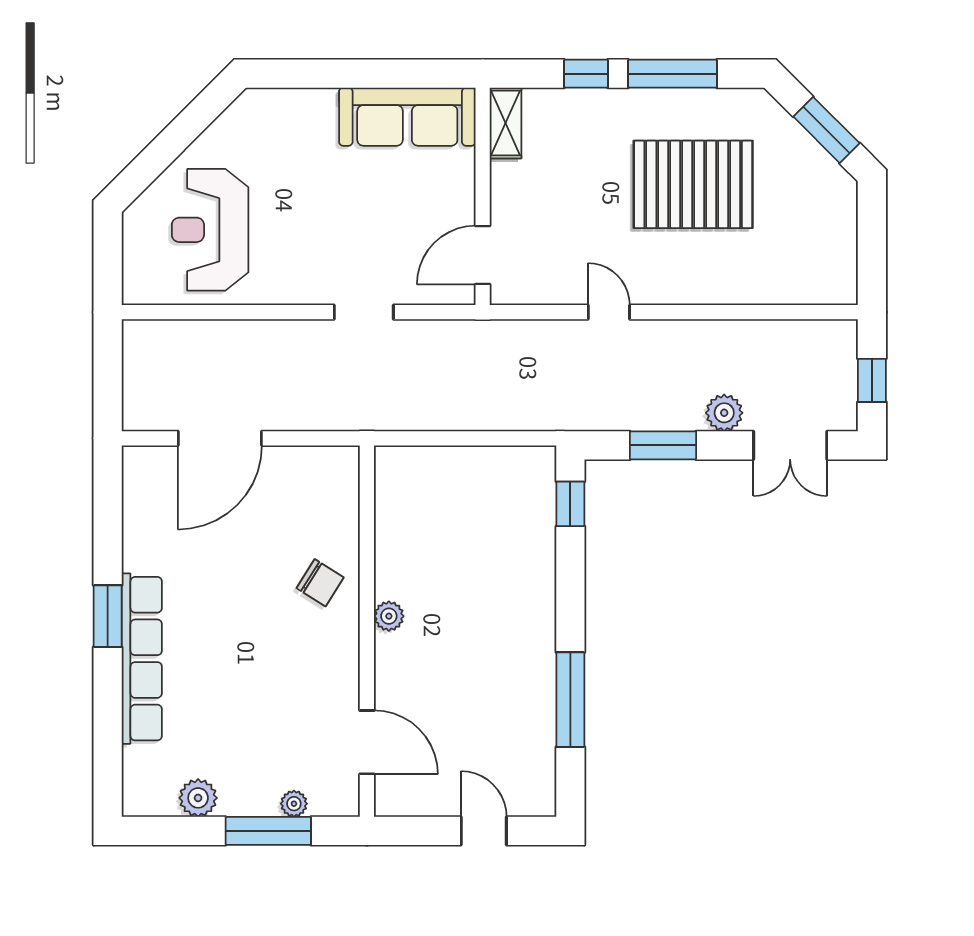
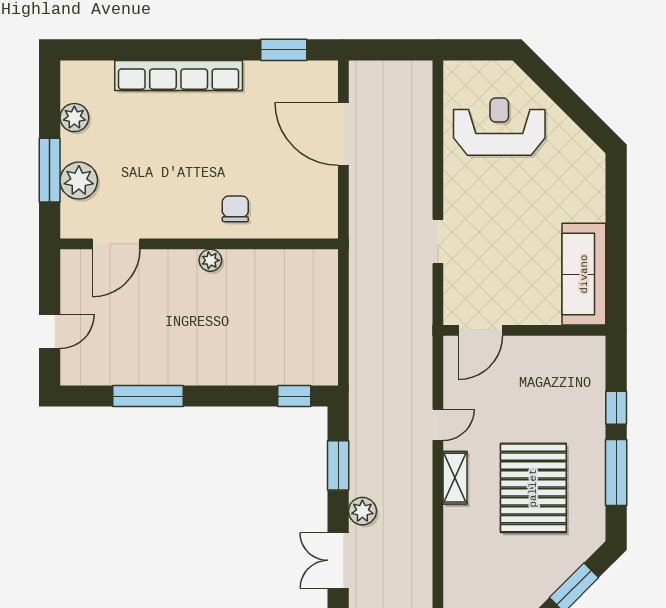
shelving: (506, 123) -> (455, 478), moved, turned 90
door: (483, 255) -> (480, 330), swing flipped
chair: (320, 583) -> (235, 209), turned 148
window: (108, 616) -> (284, 50), moved
plant: (294, 804) -> (79, 181), width x1.88, depth x1.88

